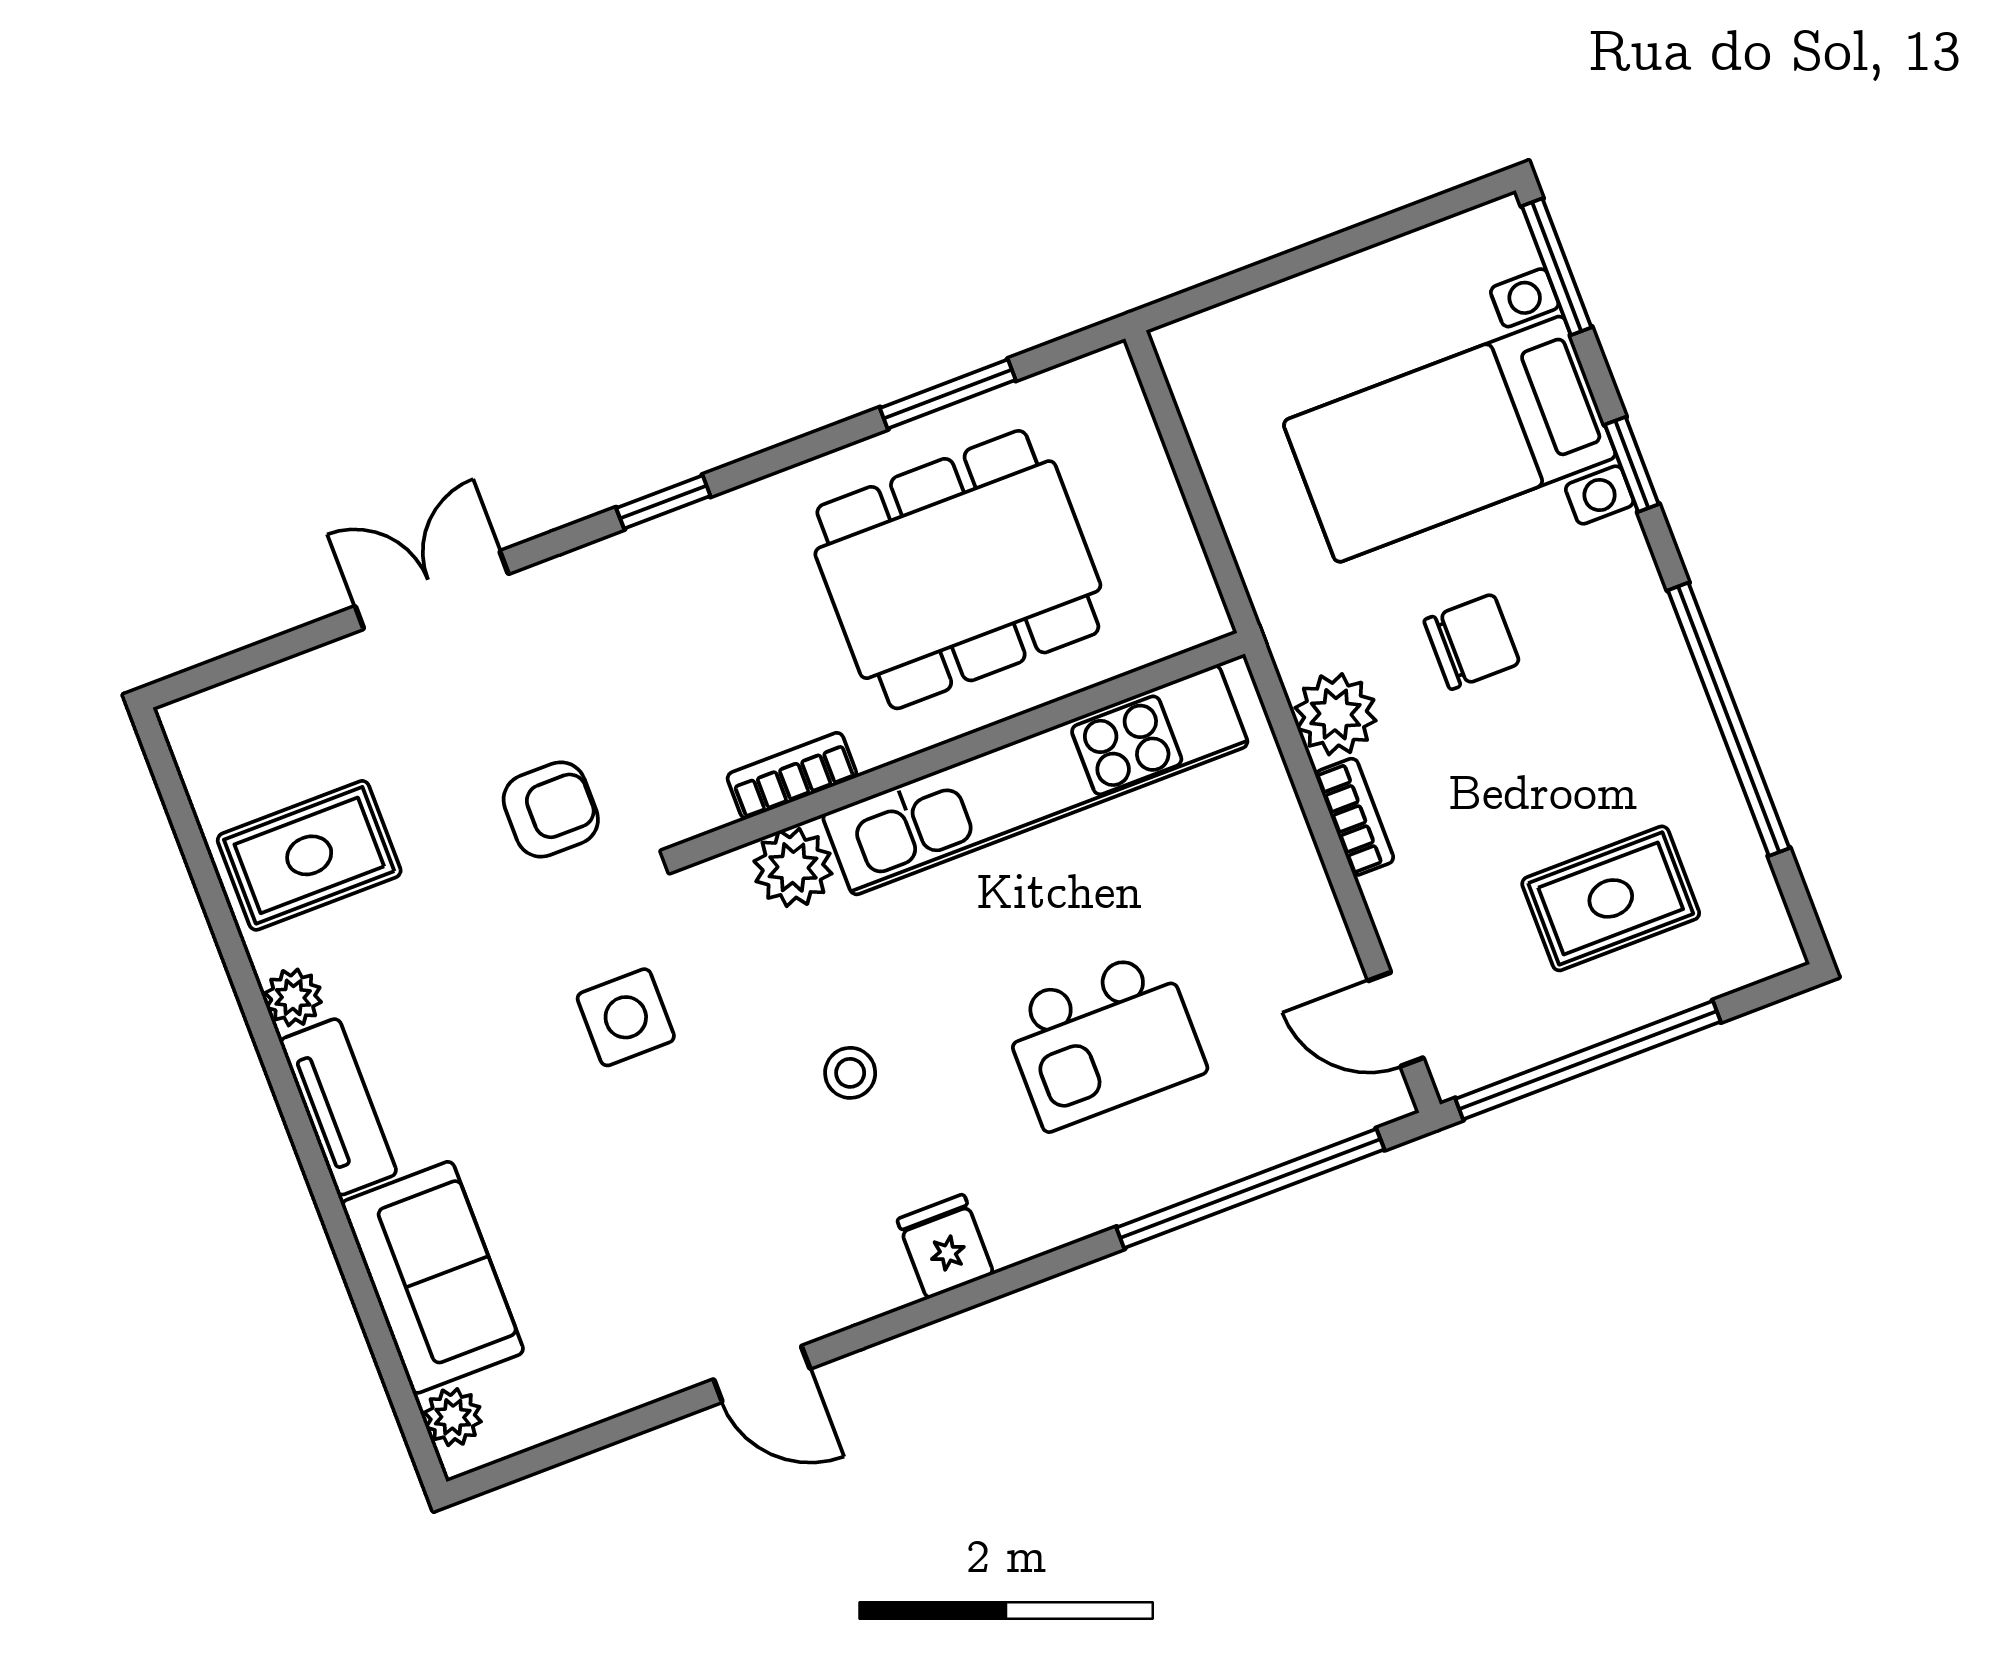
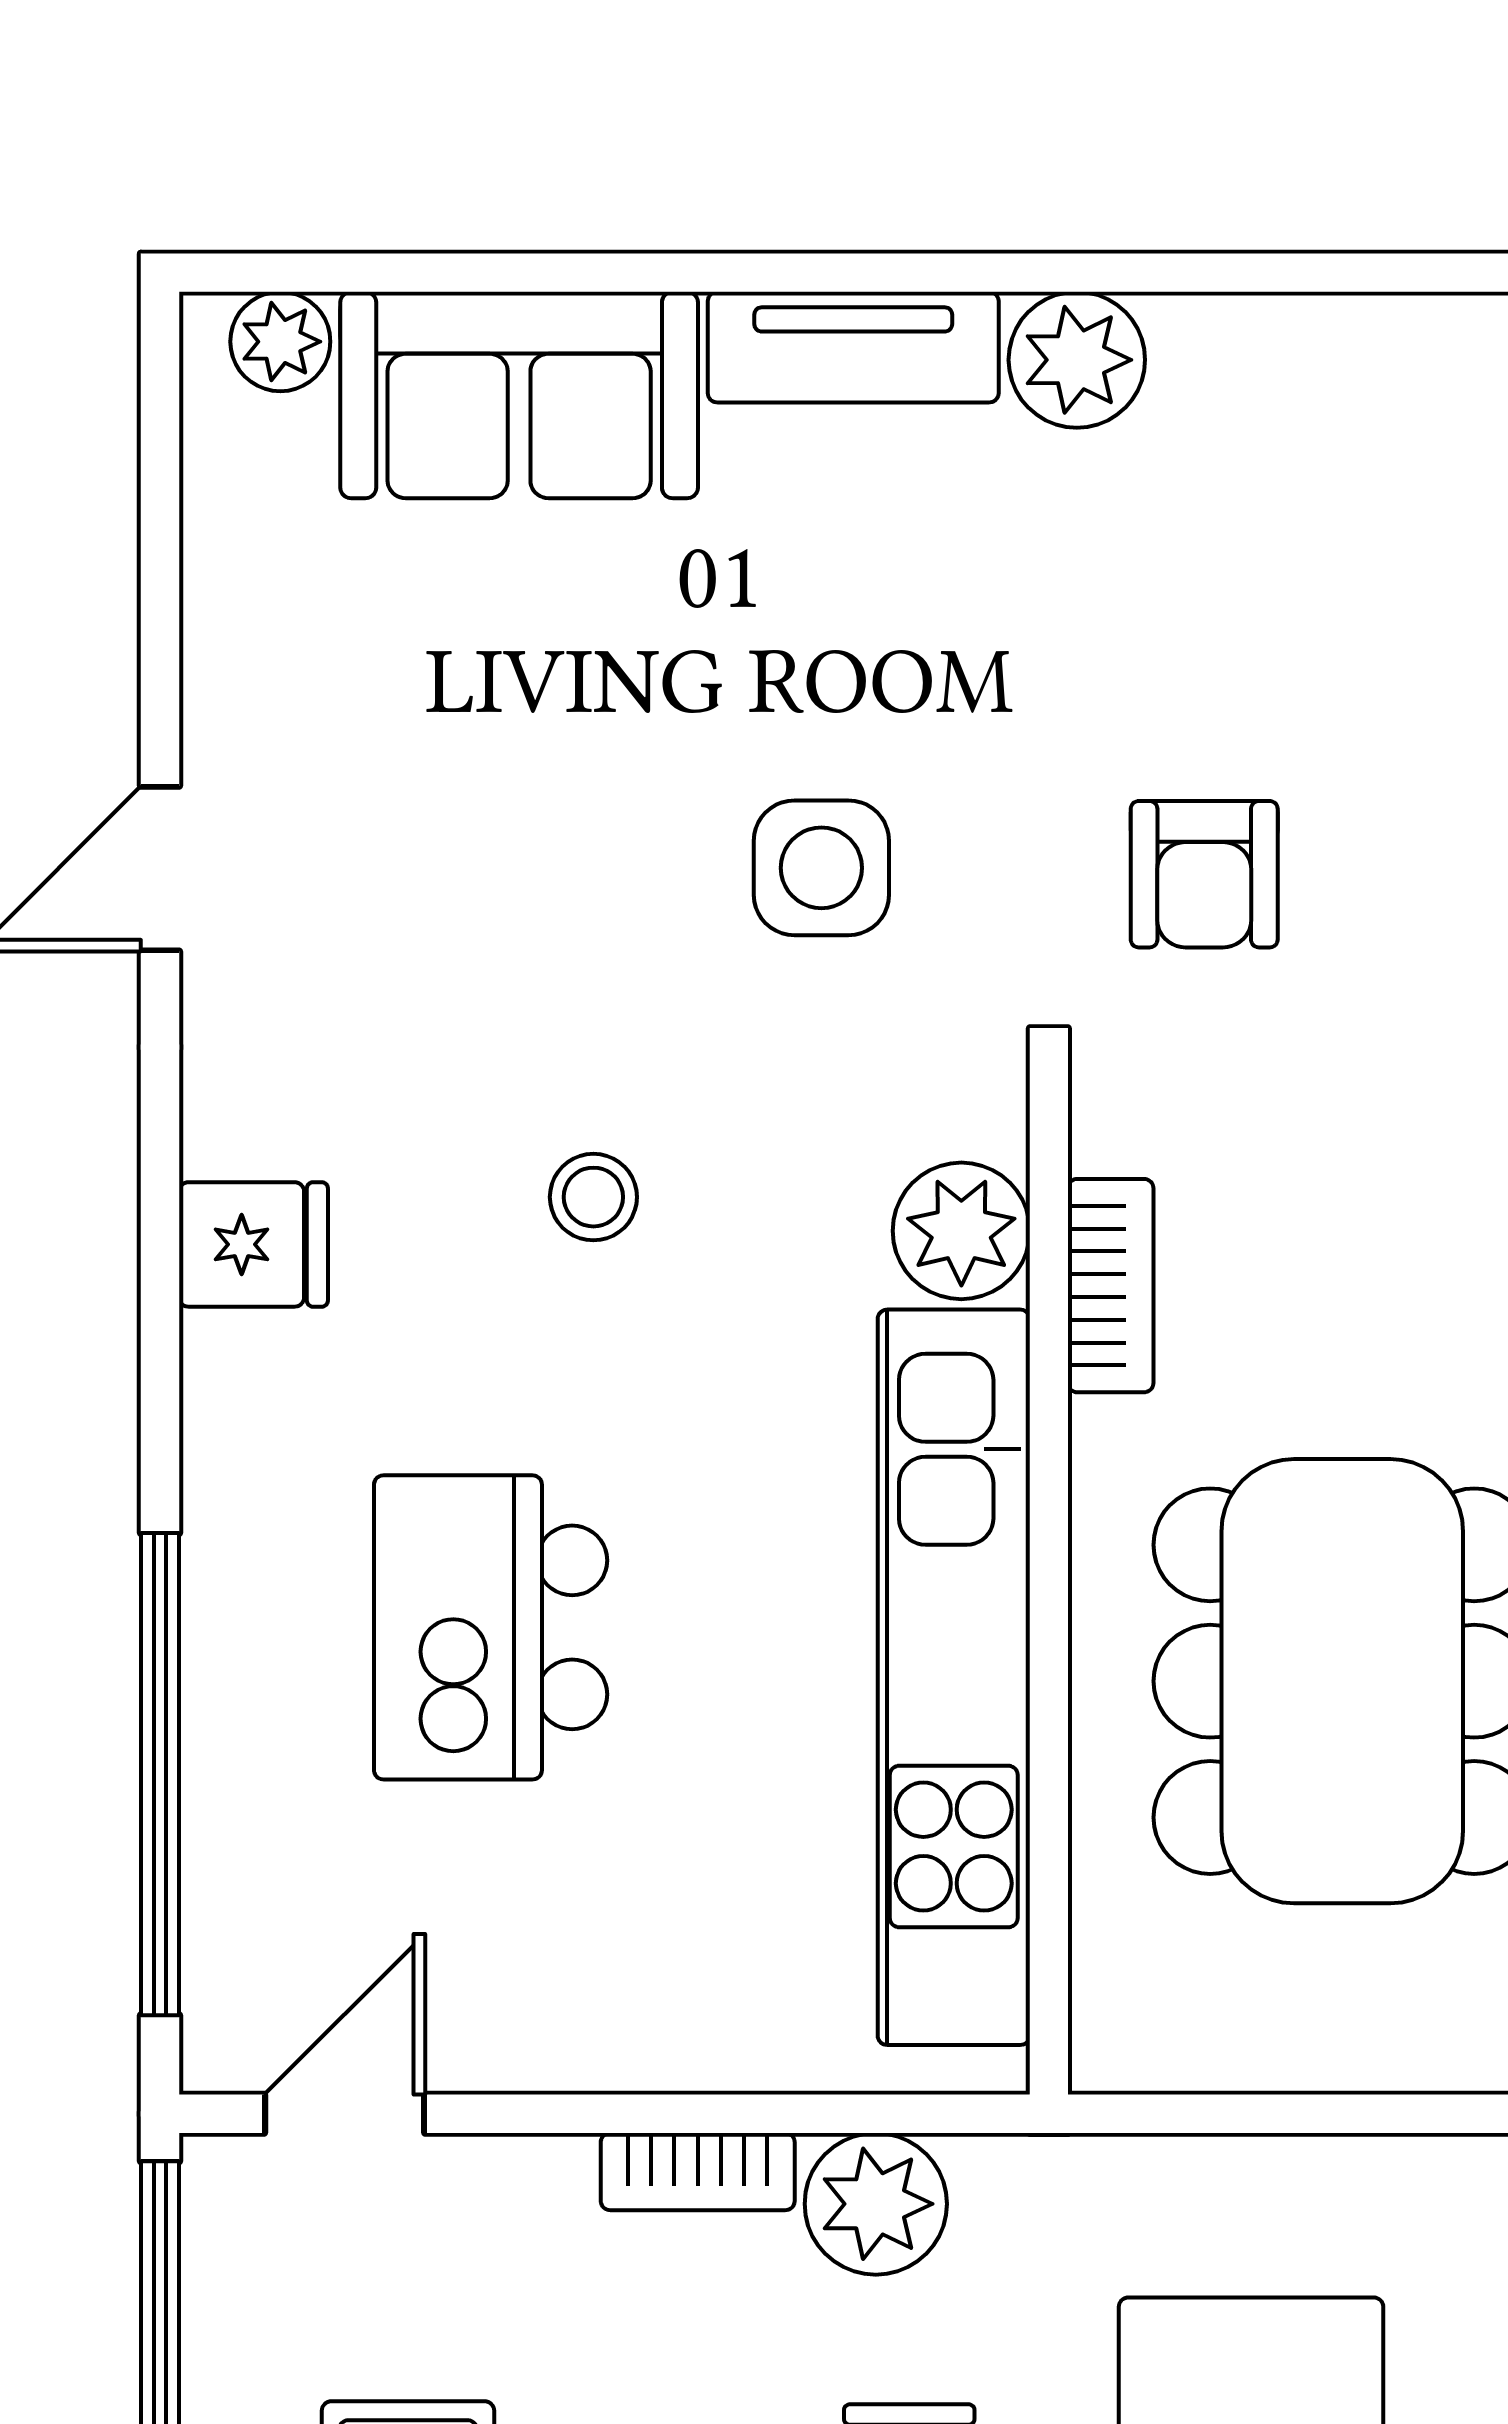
rug: (309, 855) -> (1279, 455), removed
plant: (293, 997) -> (1077, 360), width x1.38, depth x1.38

